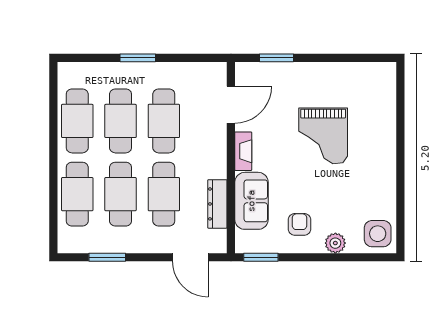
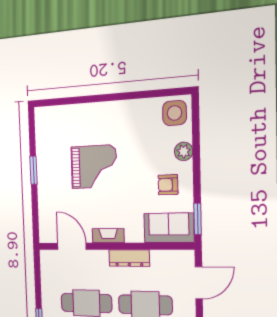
window: (277, 58) -> (33, 170), moved
sofa: (251, 201) -> (169, 228), moved
dresser: (217, 204) -> (129, 258), moved

